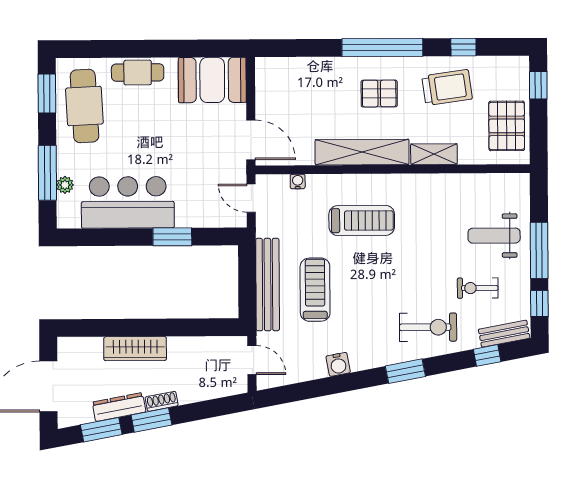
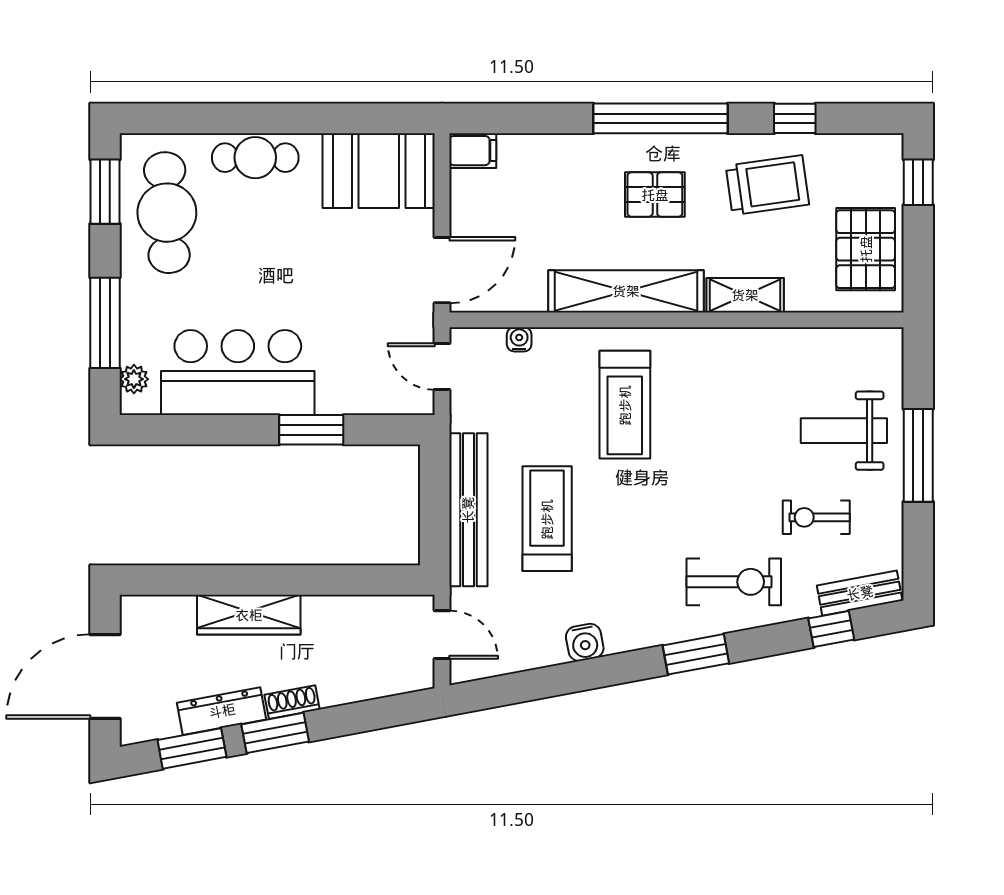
filing cabinet: (269, 68) -> (473, 151), added
door: (251, 140) -> (442, 270), hinge flipped
plant: (65, 185) -> (134, 379), moved
treadmill: (362, 221) -> (625, 405), turned 90
window: (539, 304) -> (918, 544), removed

